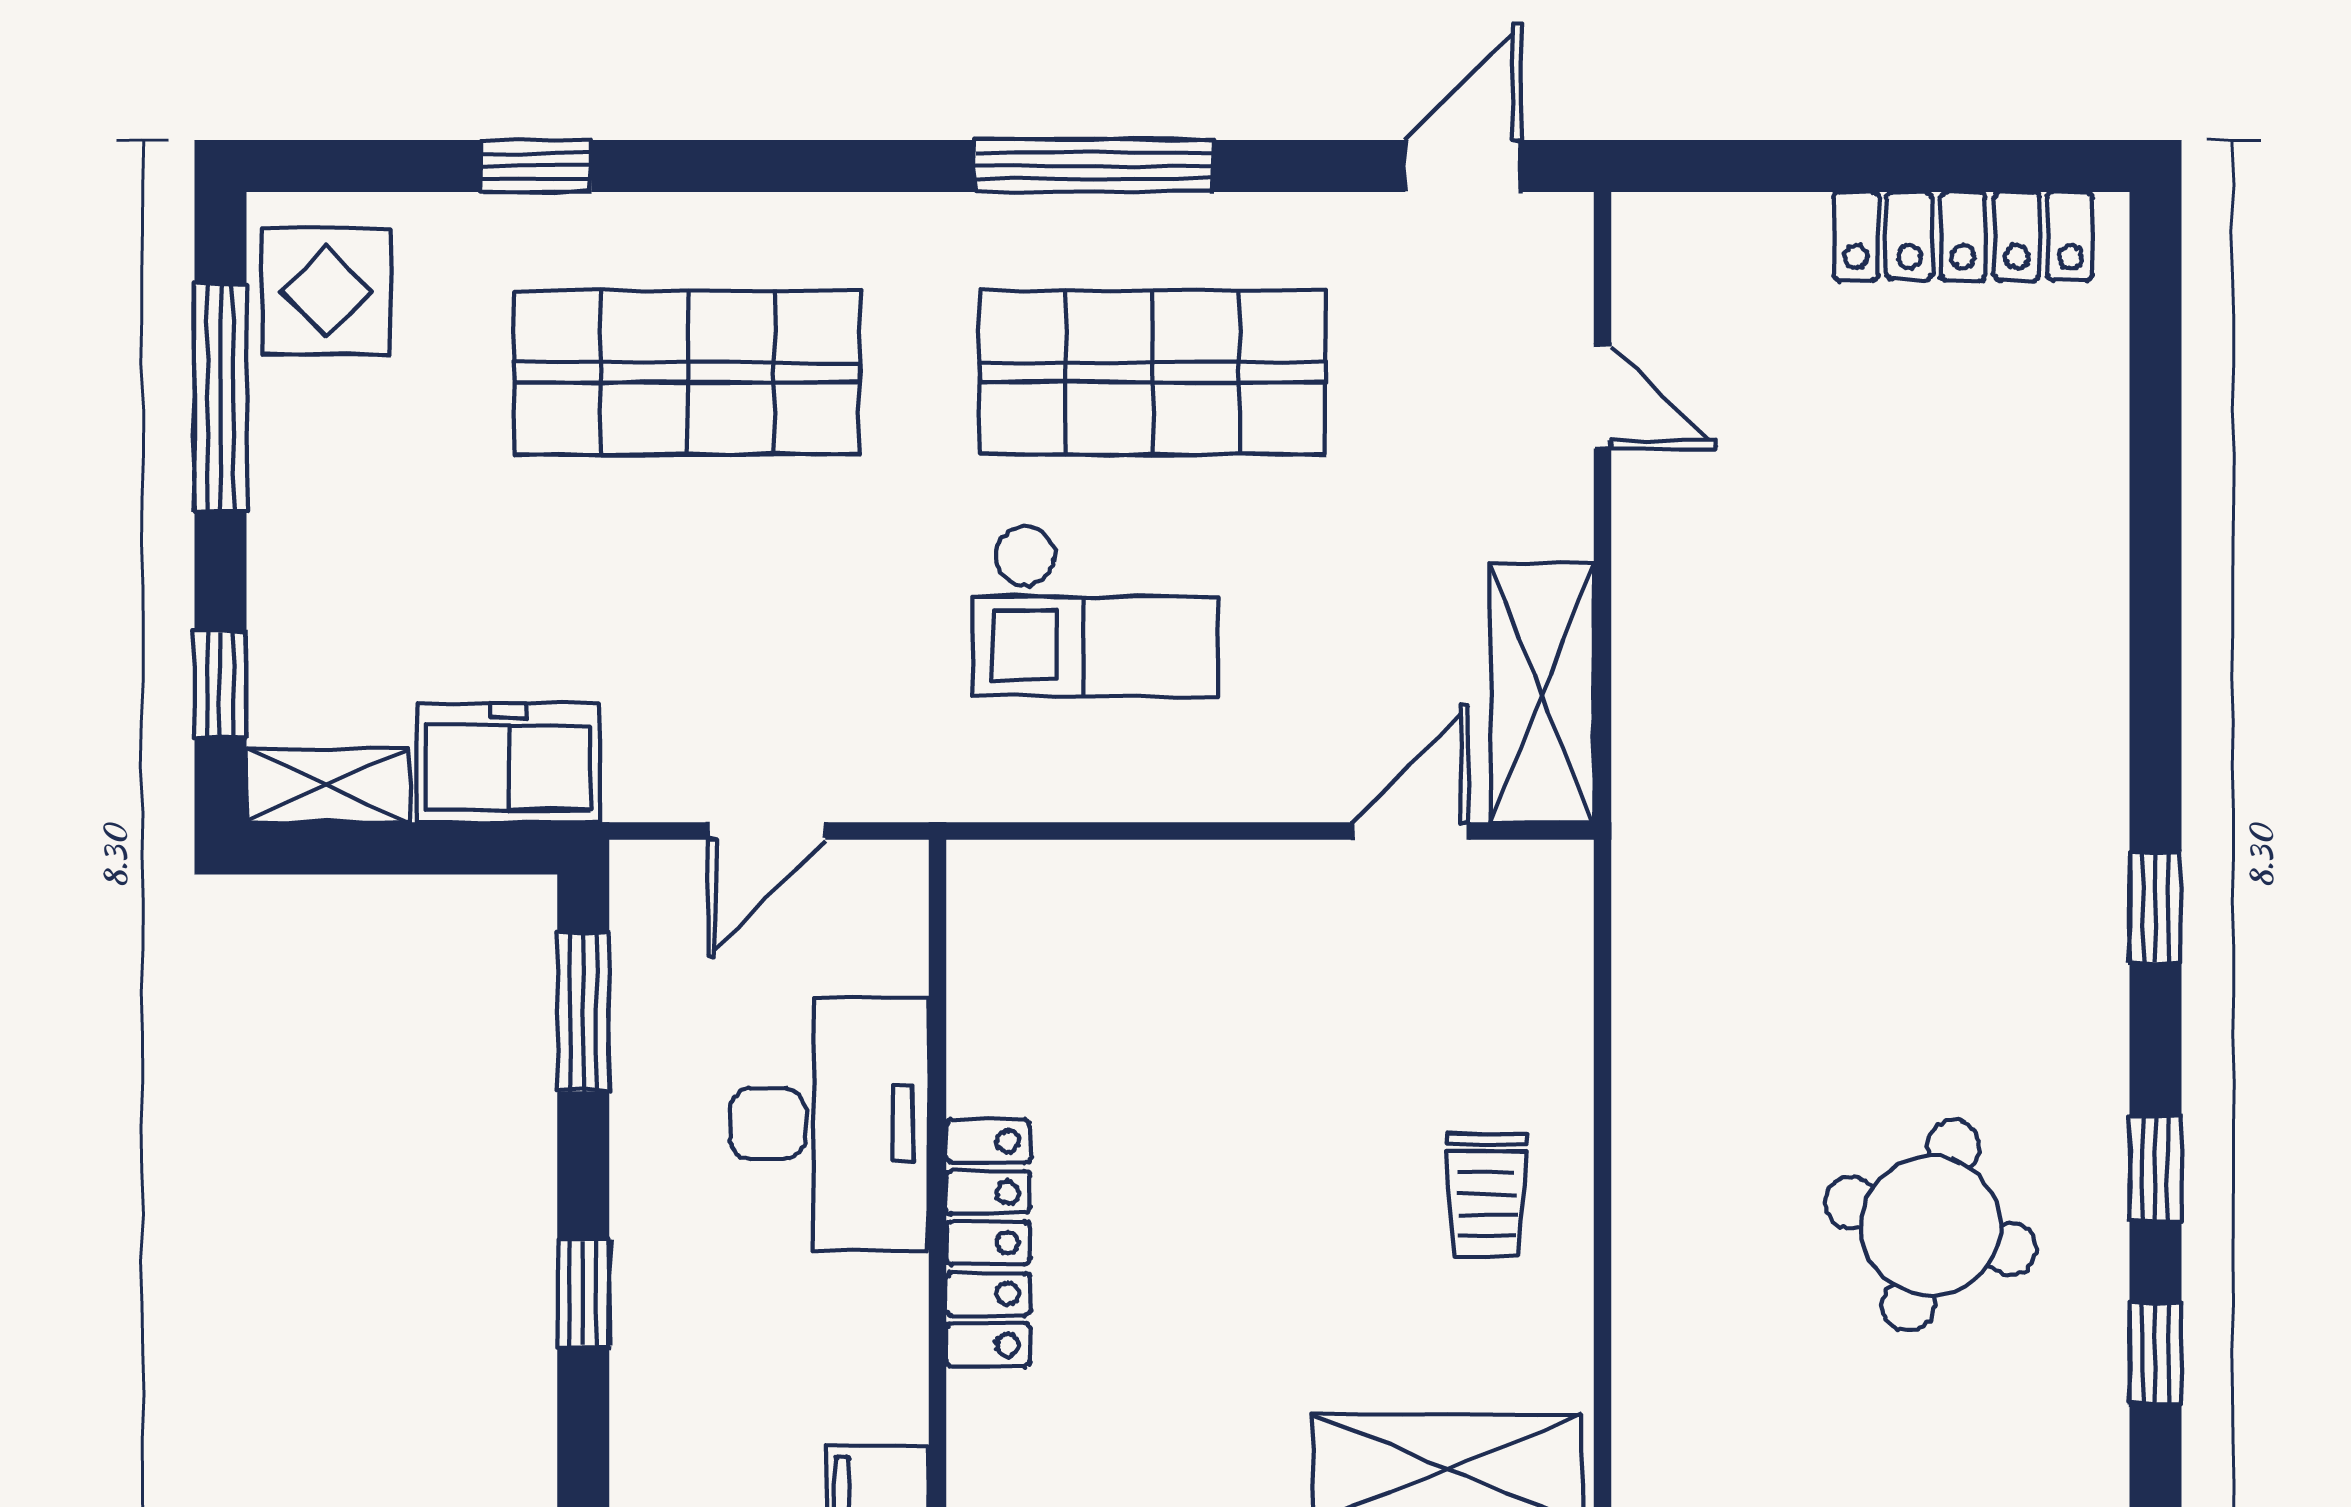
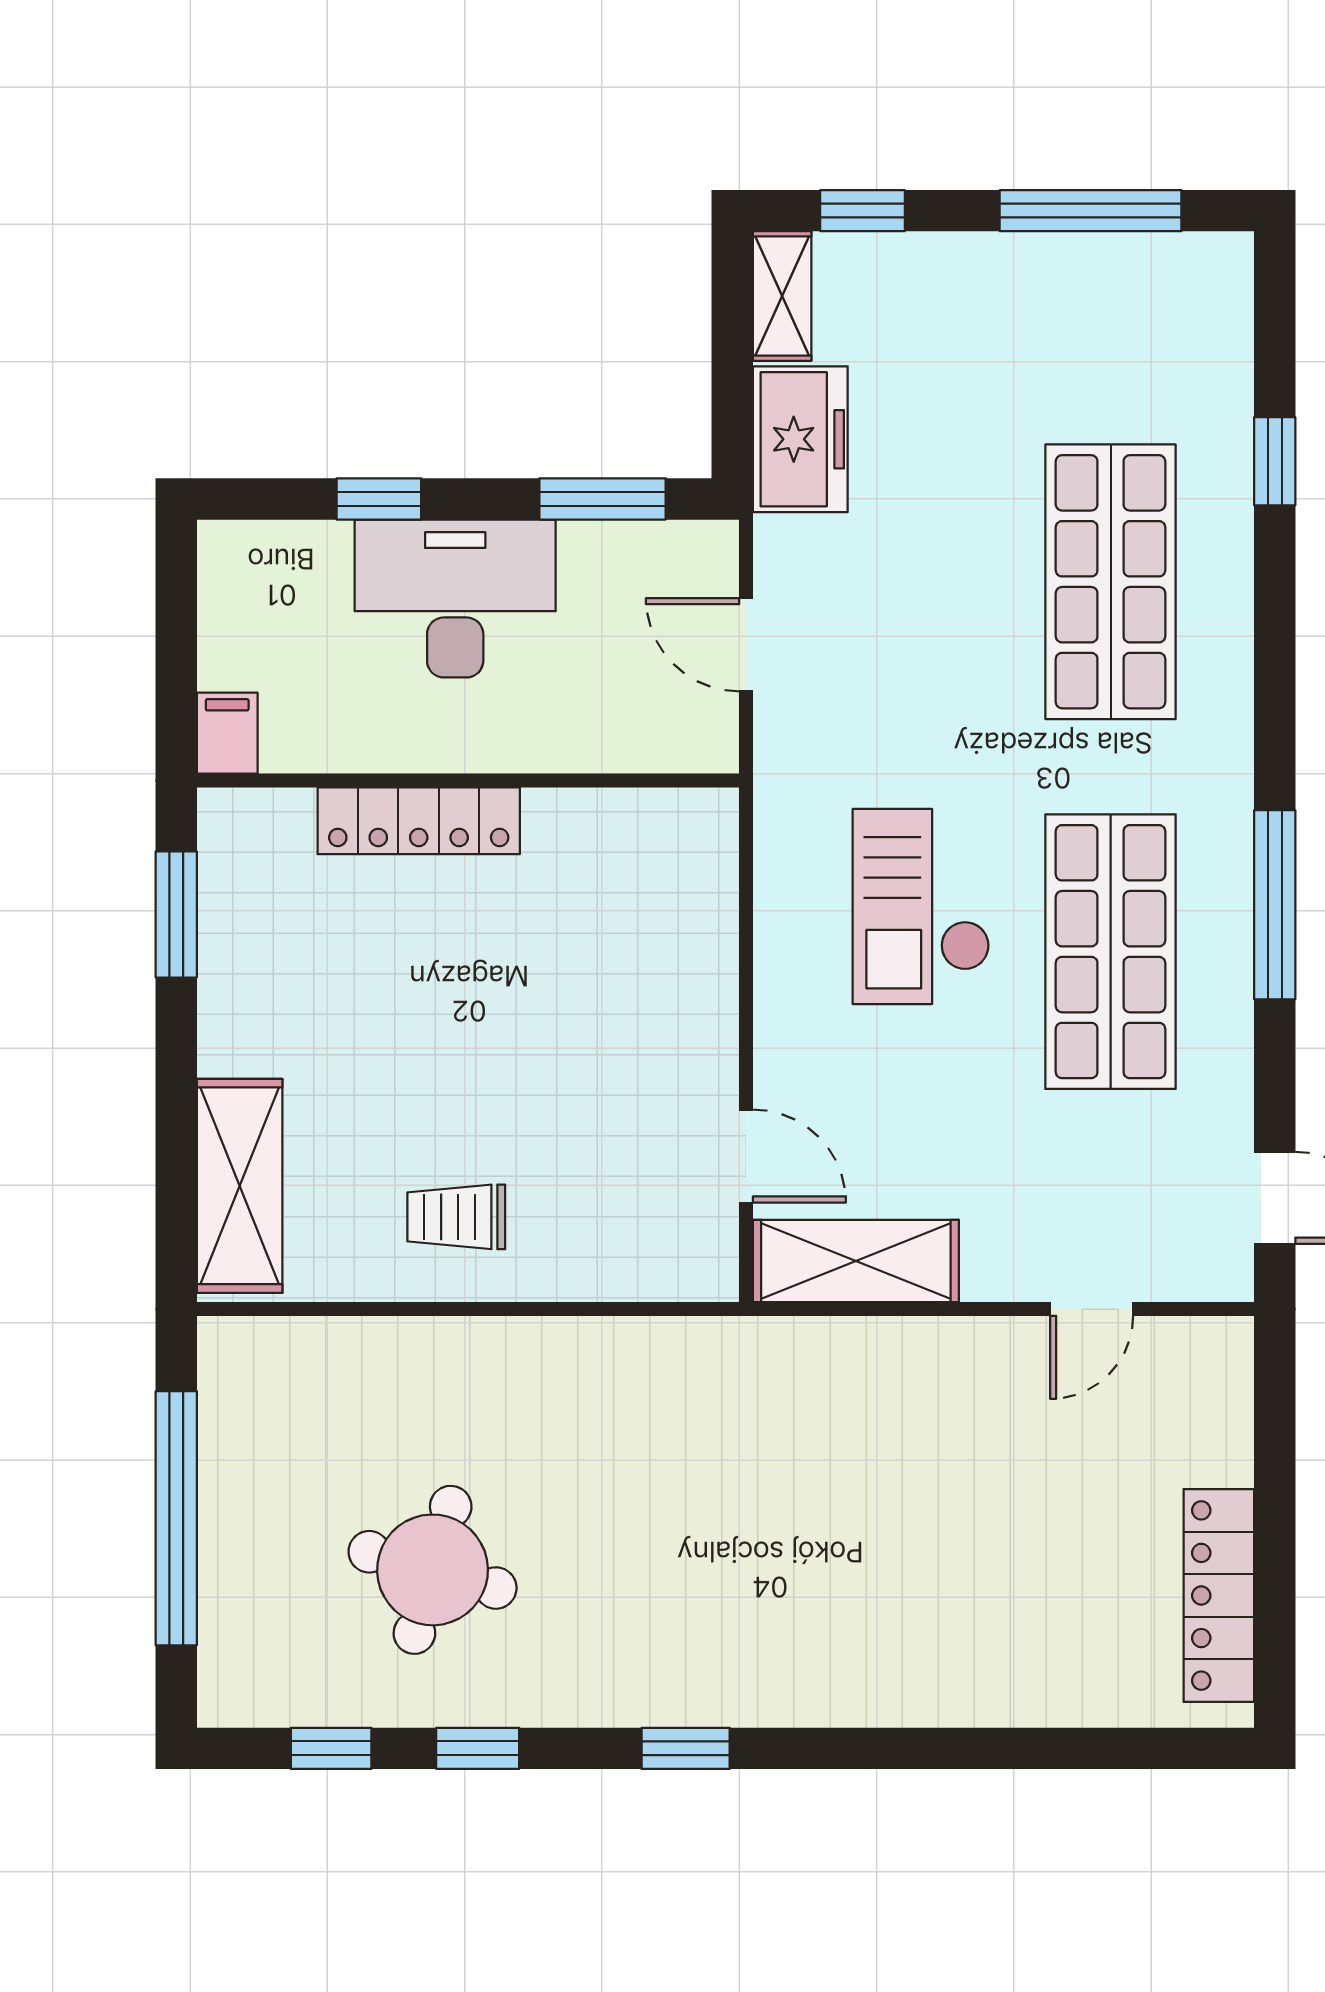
display table: (327, 292) -> (1175, 295), removed
desk: (829, 1124) -> (455, 598), moved, turned 180

